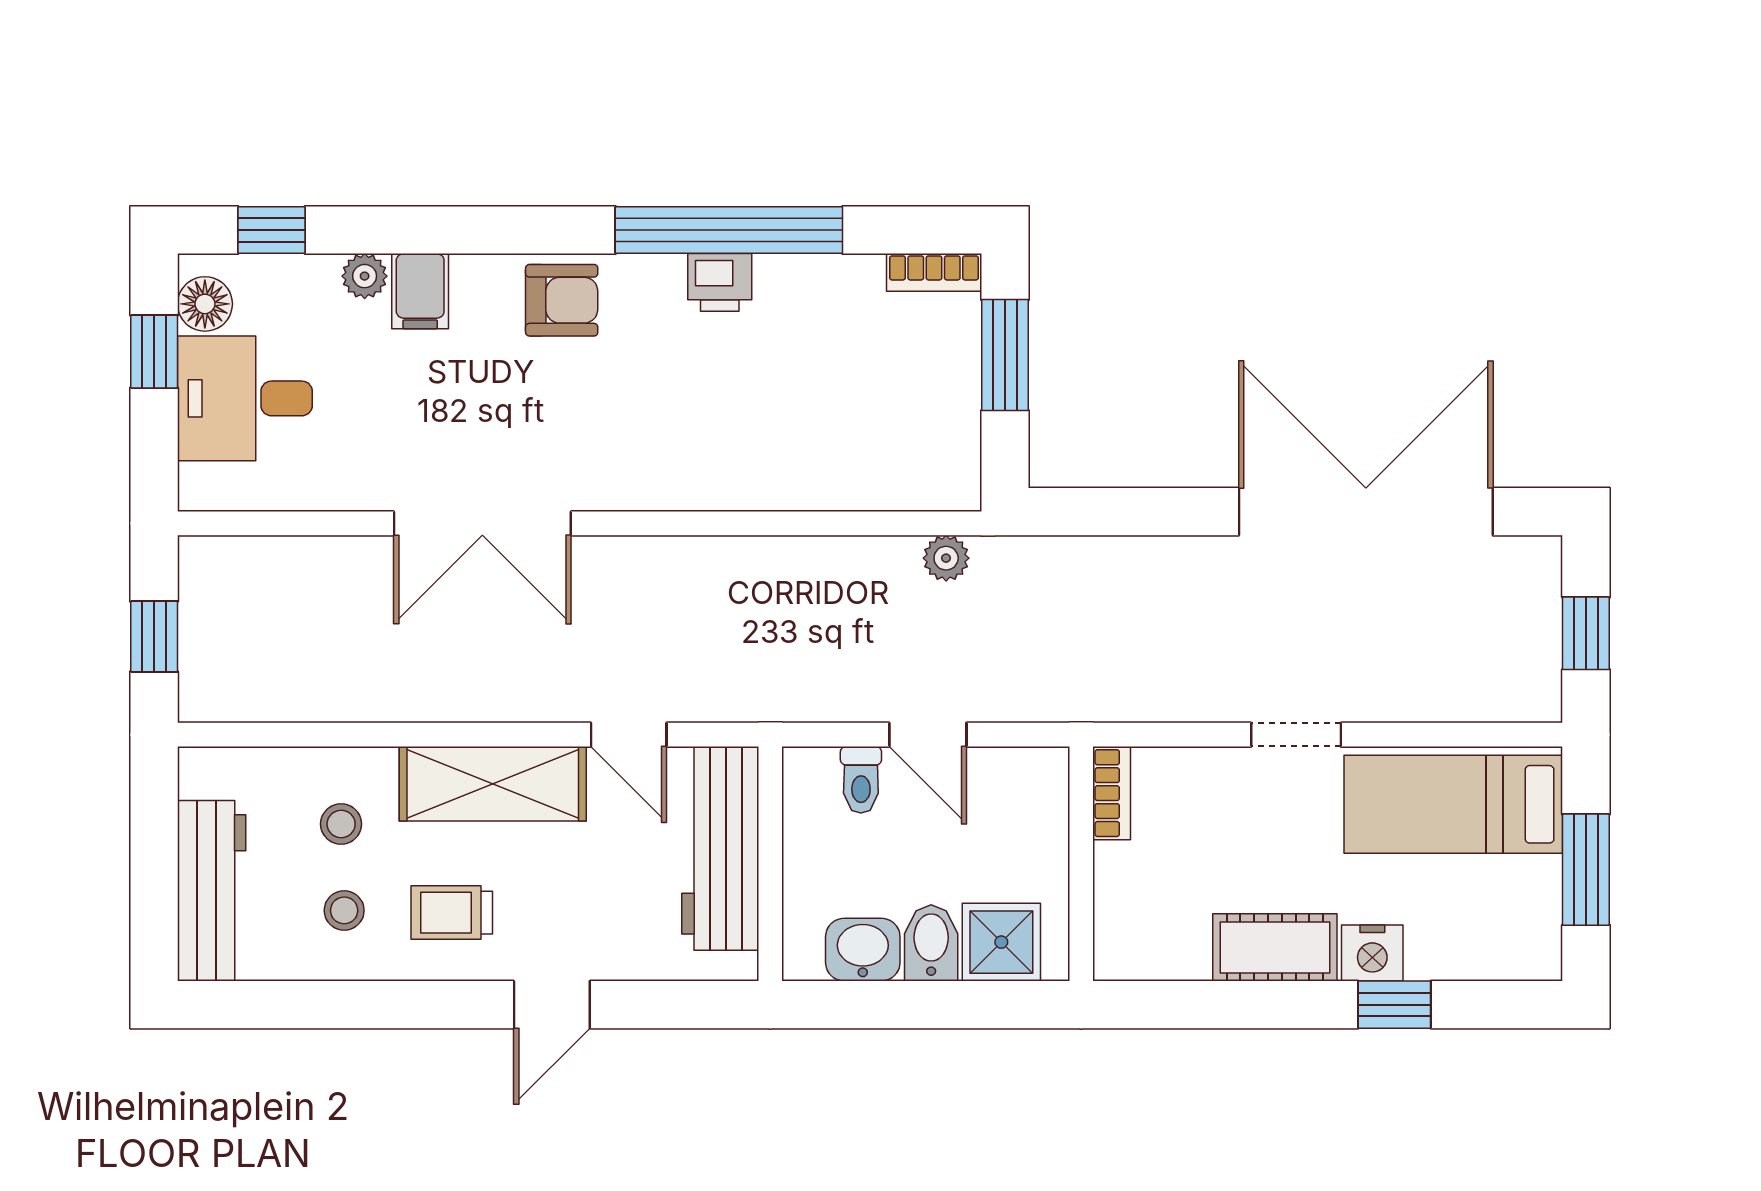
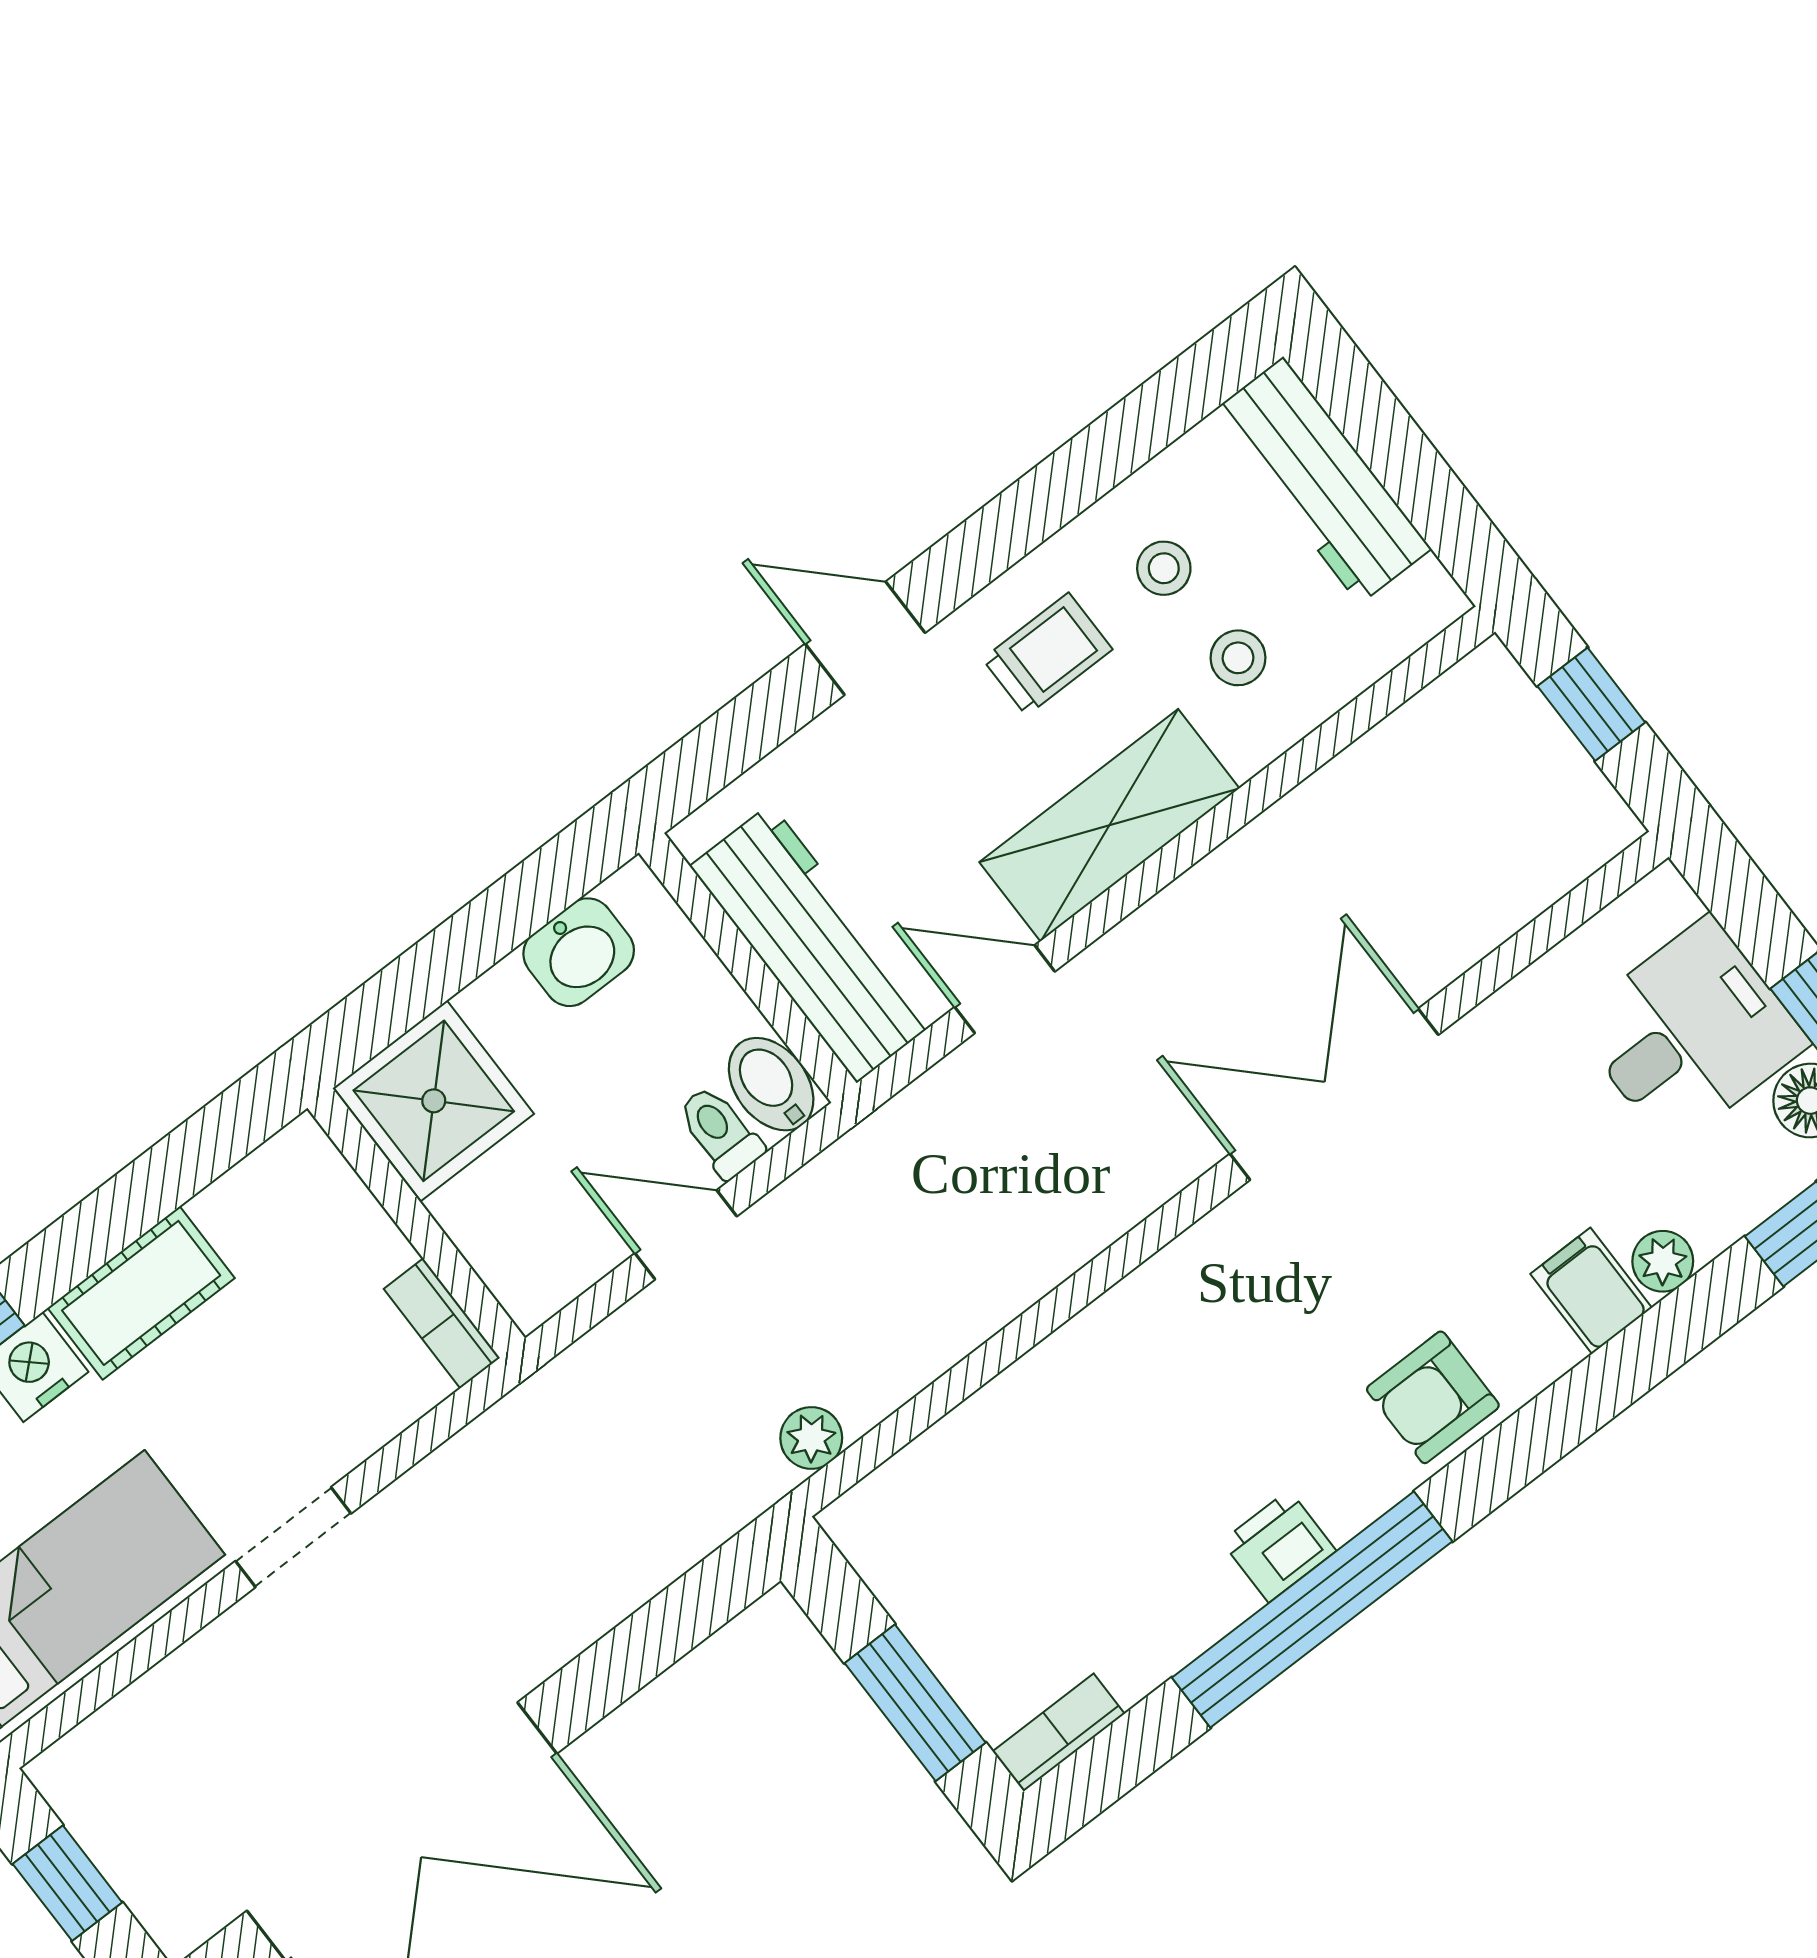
shower: (1001, 942) -> (434, 1101), width x1.36, depth x1.36
bidet: (931, 943) -> (771, 1084), moved, turned 180
door: (552, 1005) -> (865, 638), hinge flipped

